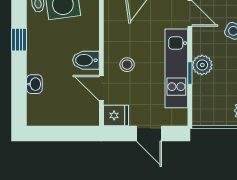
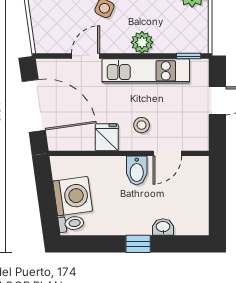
window: (19, 40) -> (138, 244), moved
window: (190, 73) -> (189, 56), moved
fridge: (116, 115) -> (107, 137), moved

